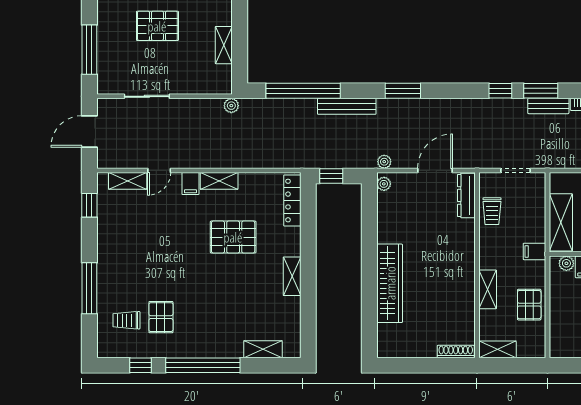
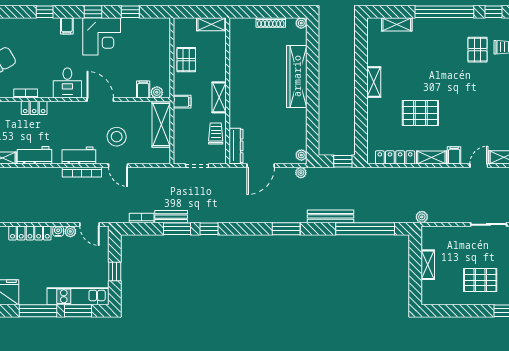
locker: (292, 201) -> (395, 157), moved, turned -90
shelving: (488, 289) -> (219, 97), moved
plant: (384, 351) -> (301, 23), added
shoe rack: (456, 351) -> (271, 23), moved

